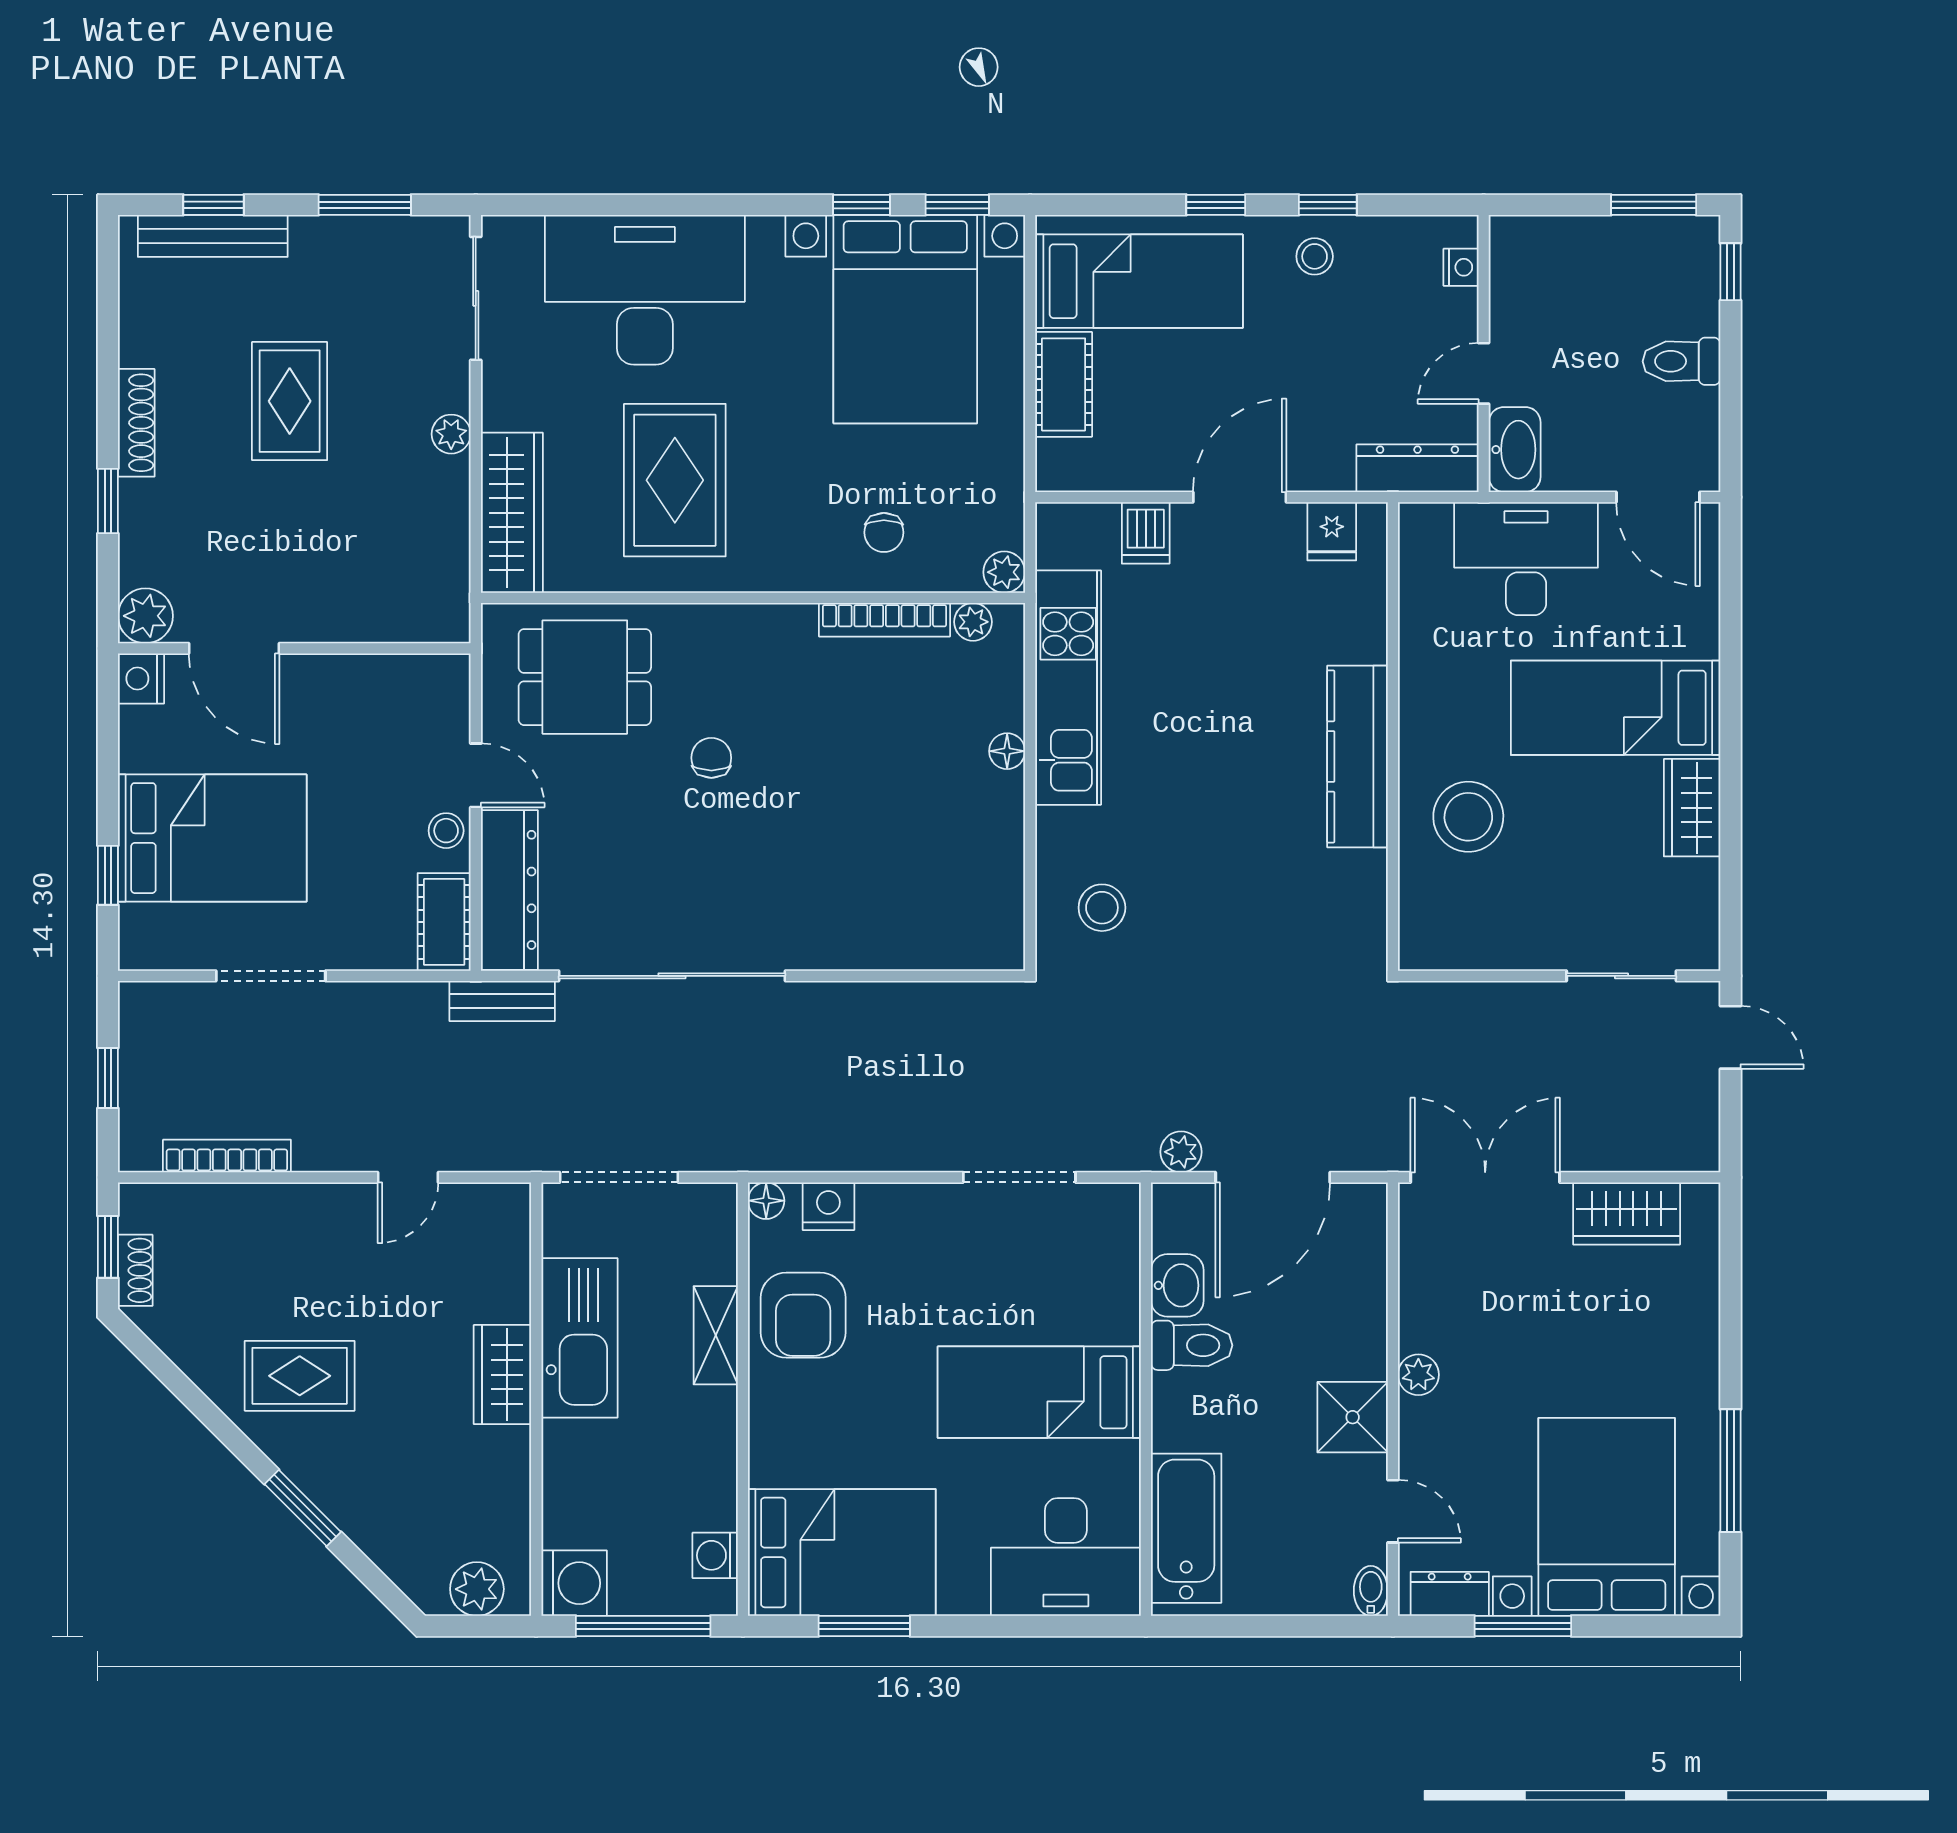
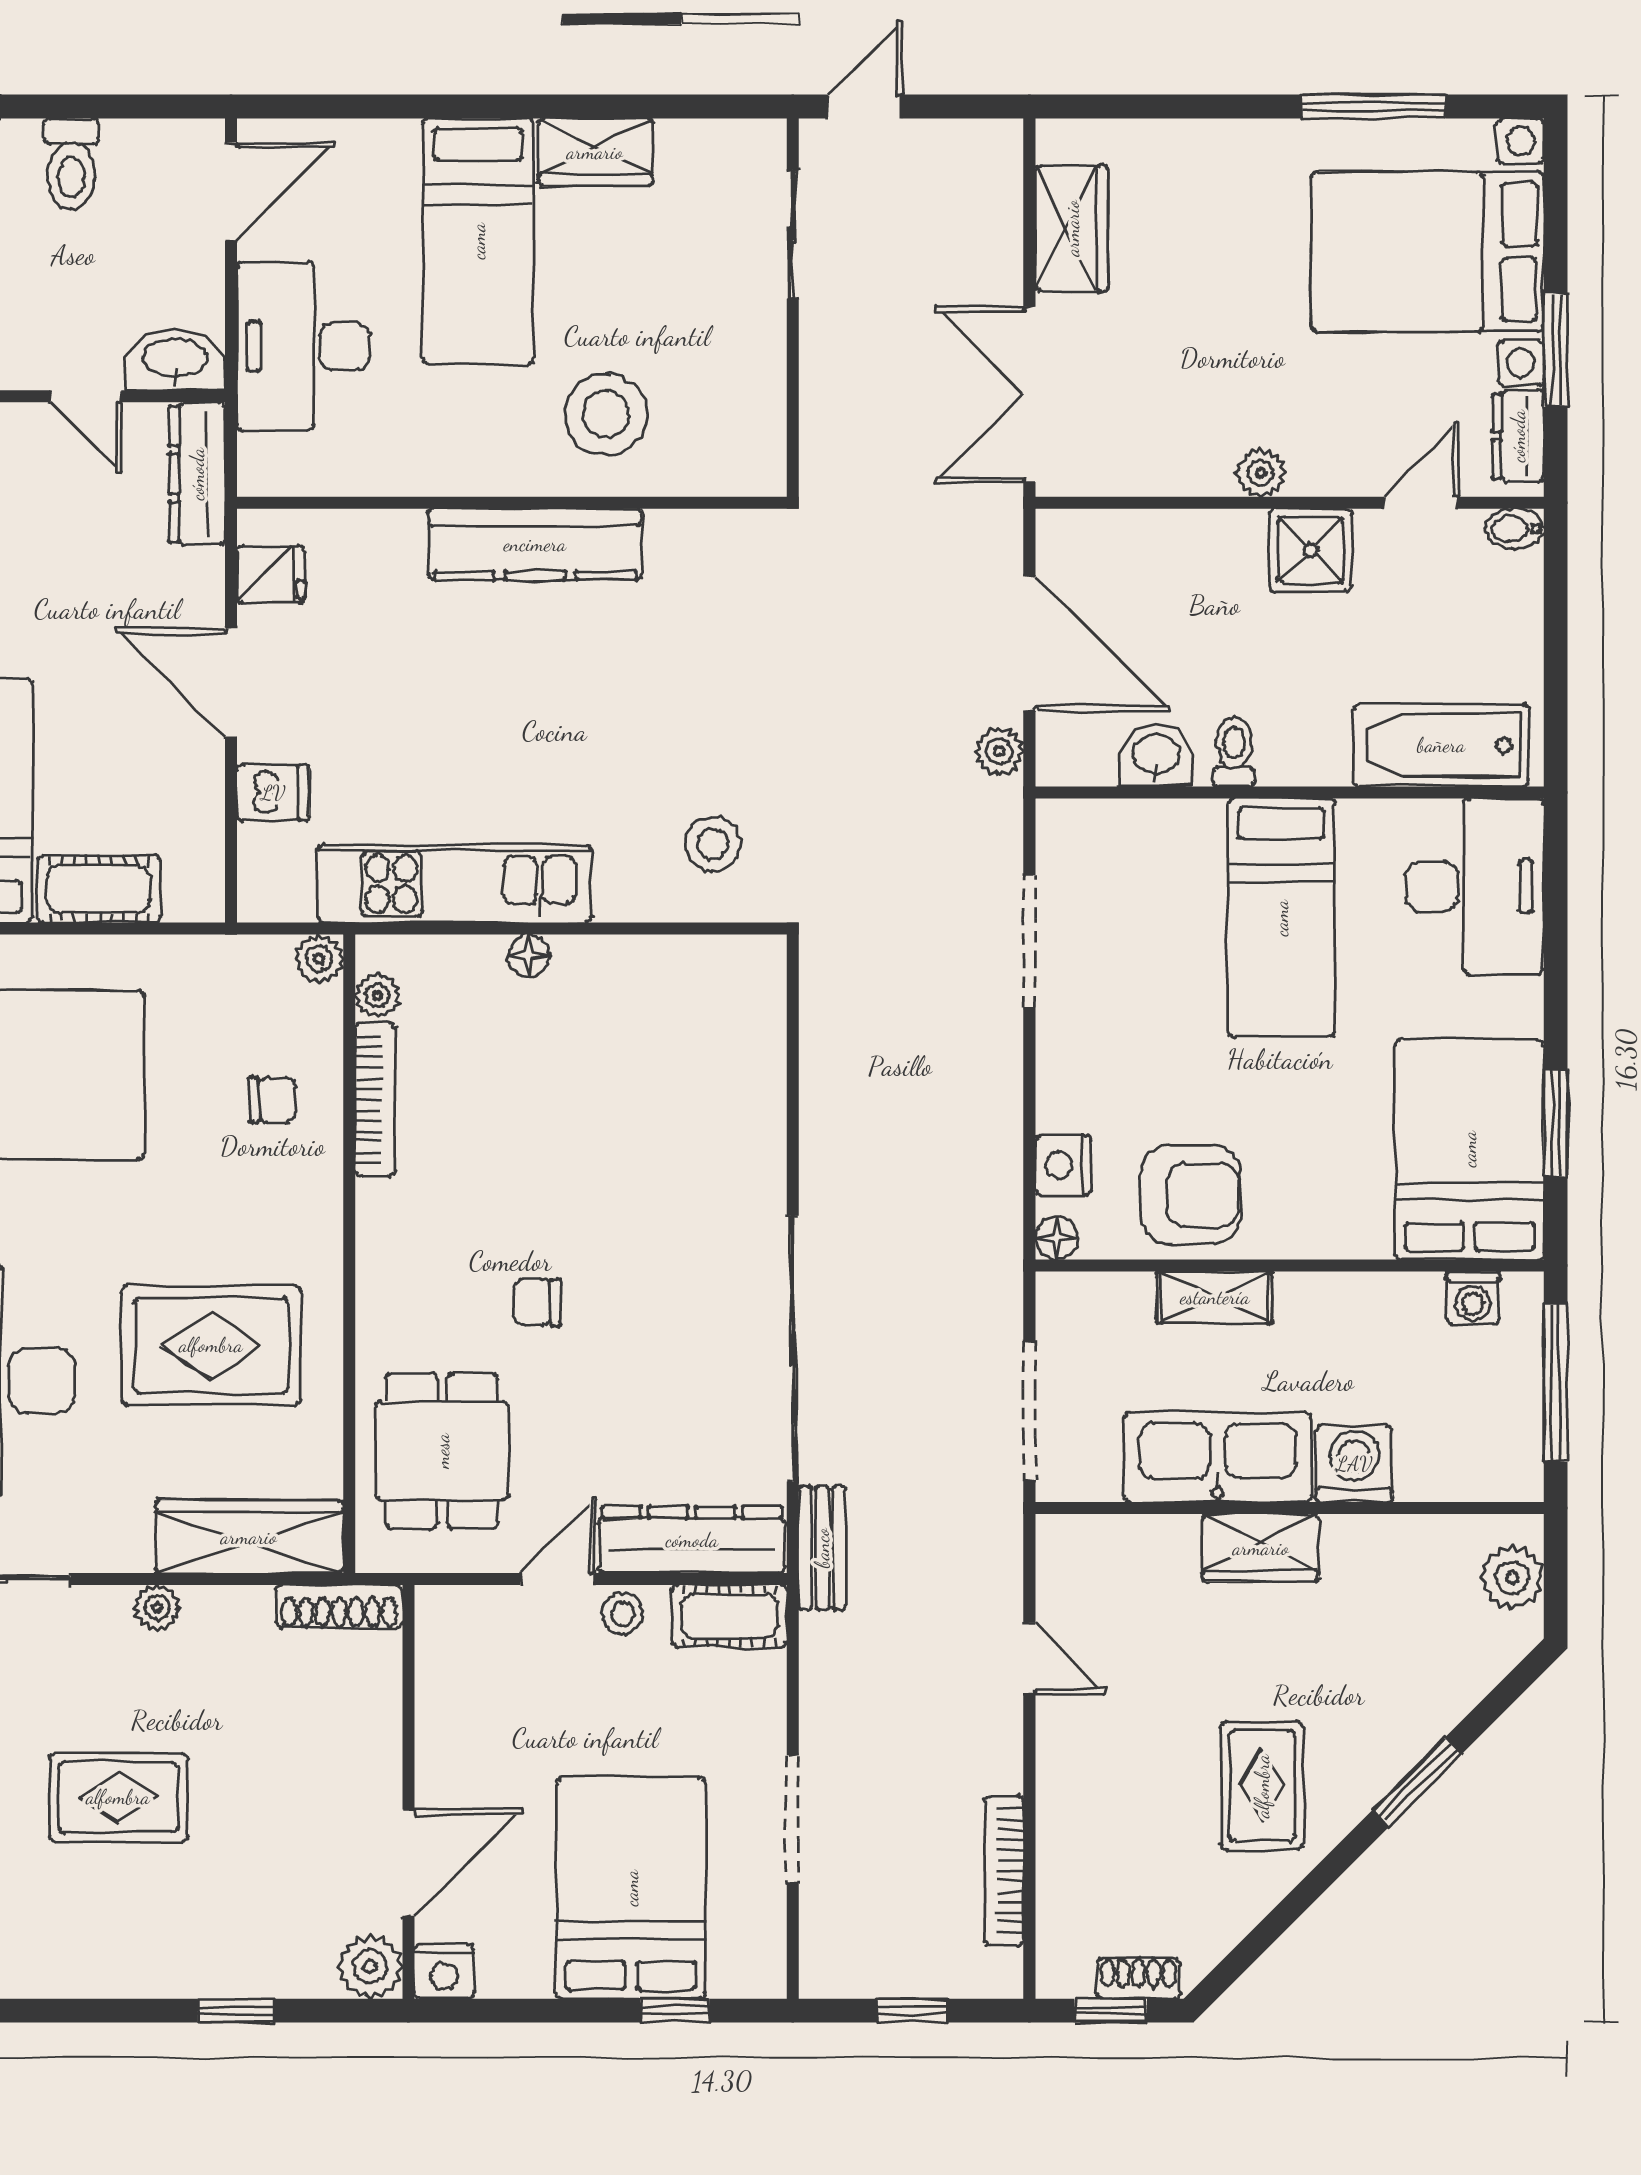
shoe rack: (136, 423) -> (339, 1606), moved, turned 180
toilet: (1192, 1345) -> (1234, 752), width x0.73, depth x0.72
washing machine: (574, 1583) -> (1354, 1464), moved

